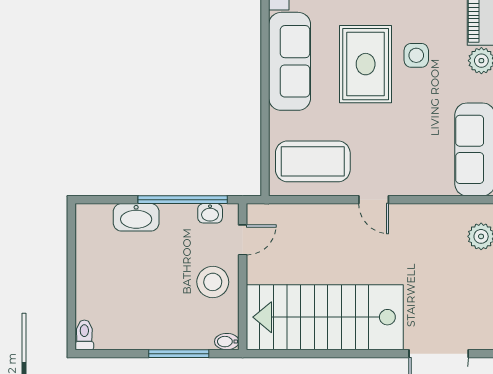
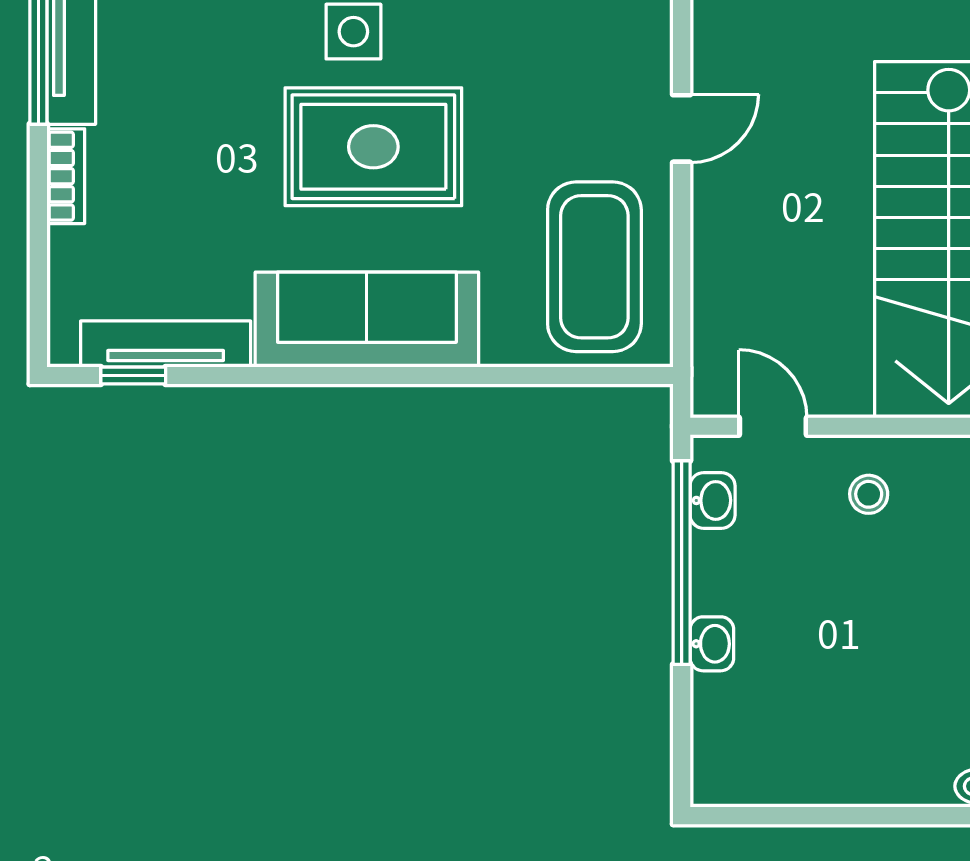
washbasin: (136, 217) -> (712, 644), width x0.52, depth x0.69
stool: (213, 282) -> (869, 494), width x0.53, depth x0.53

